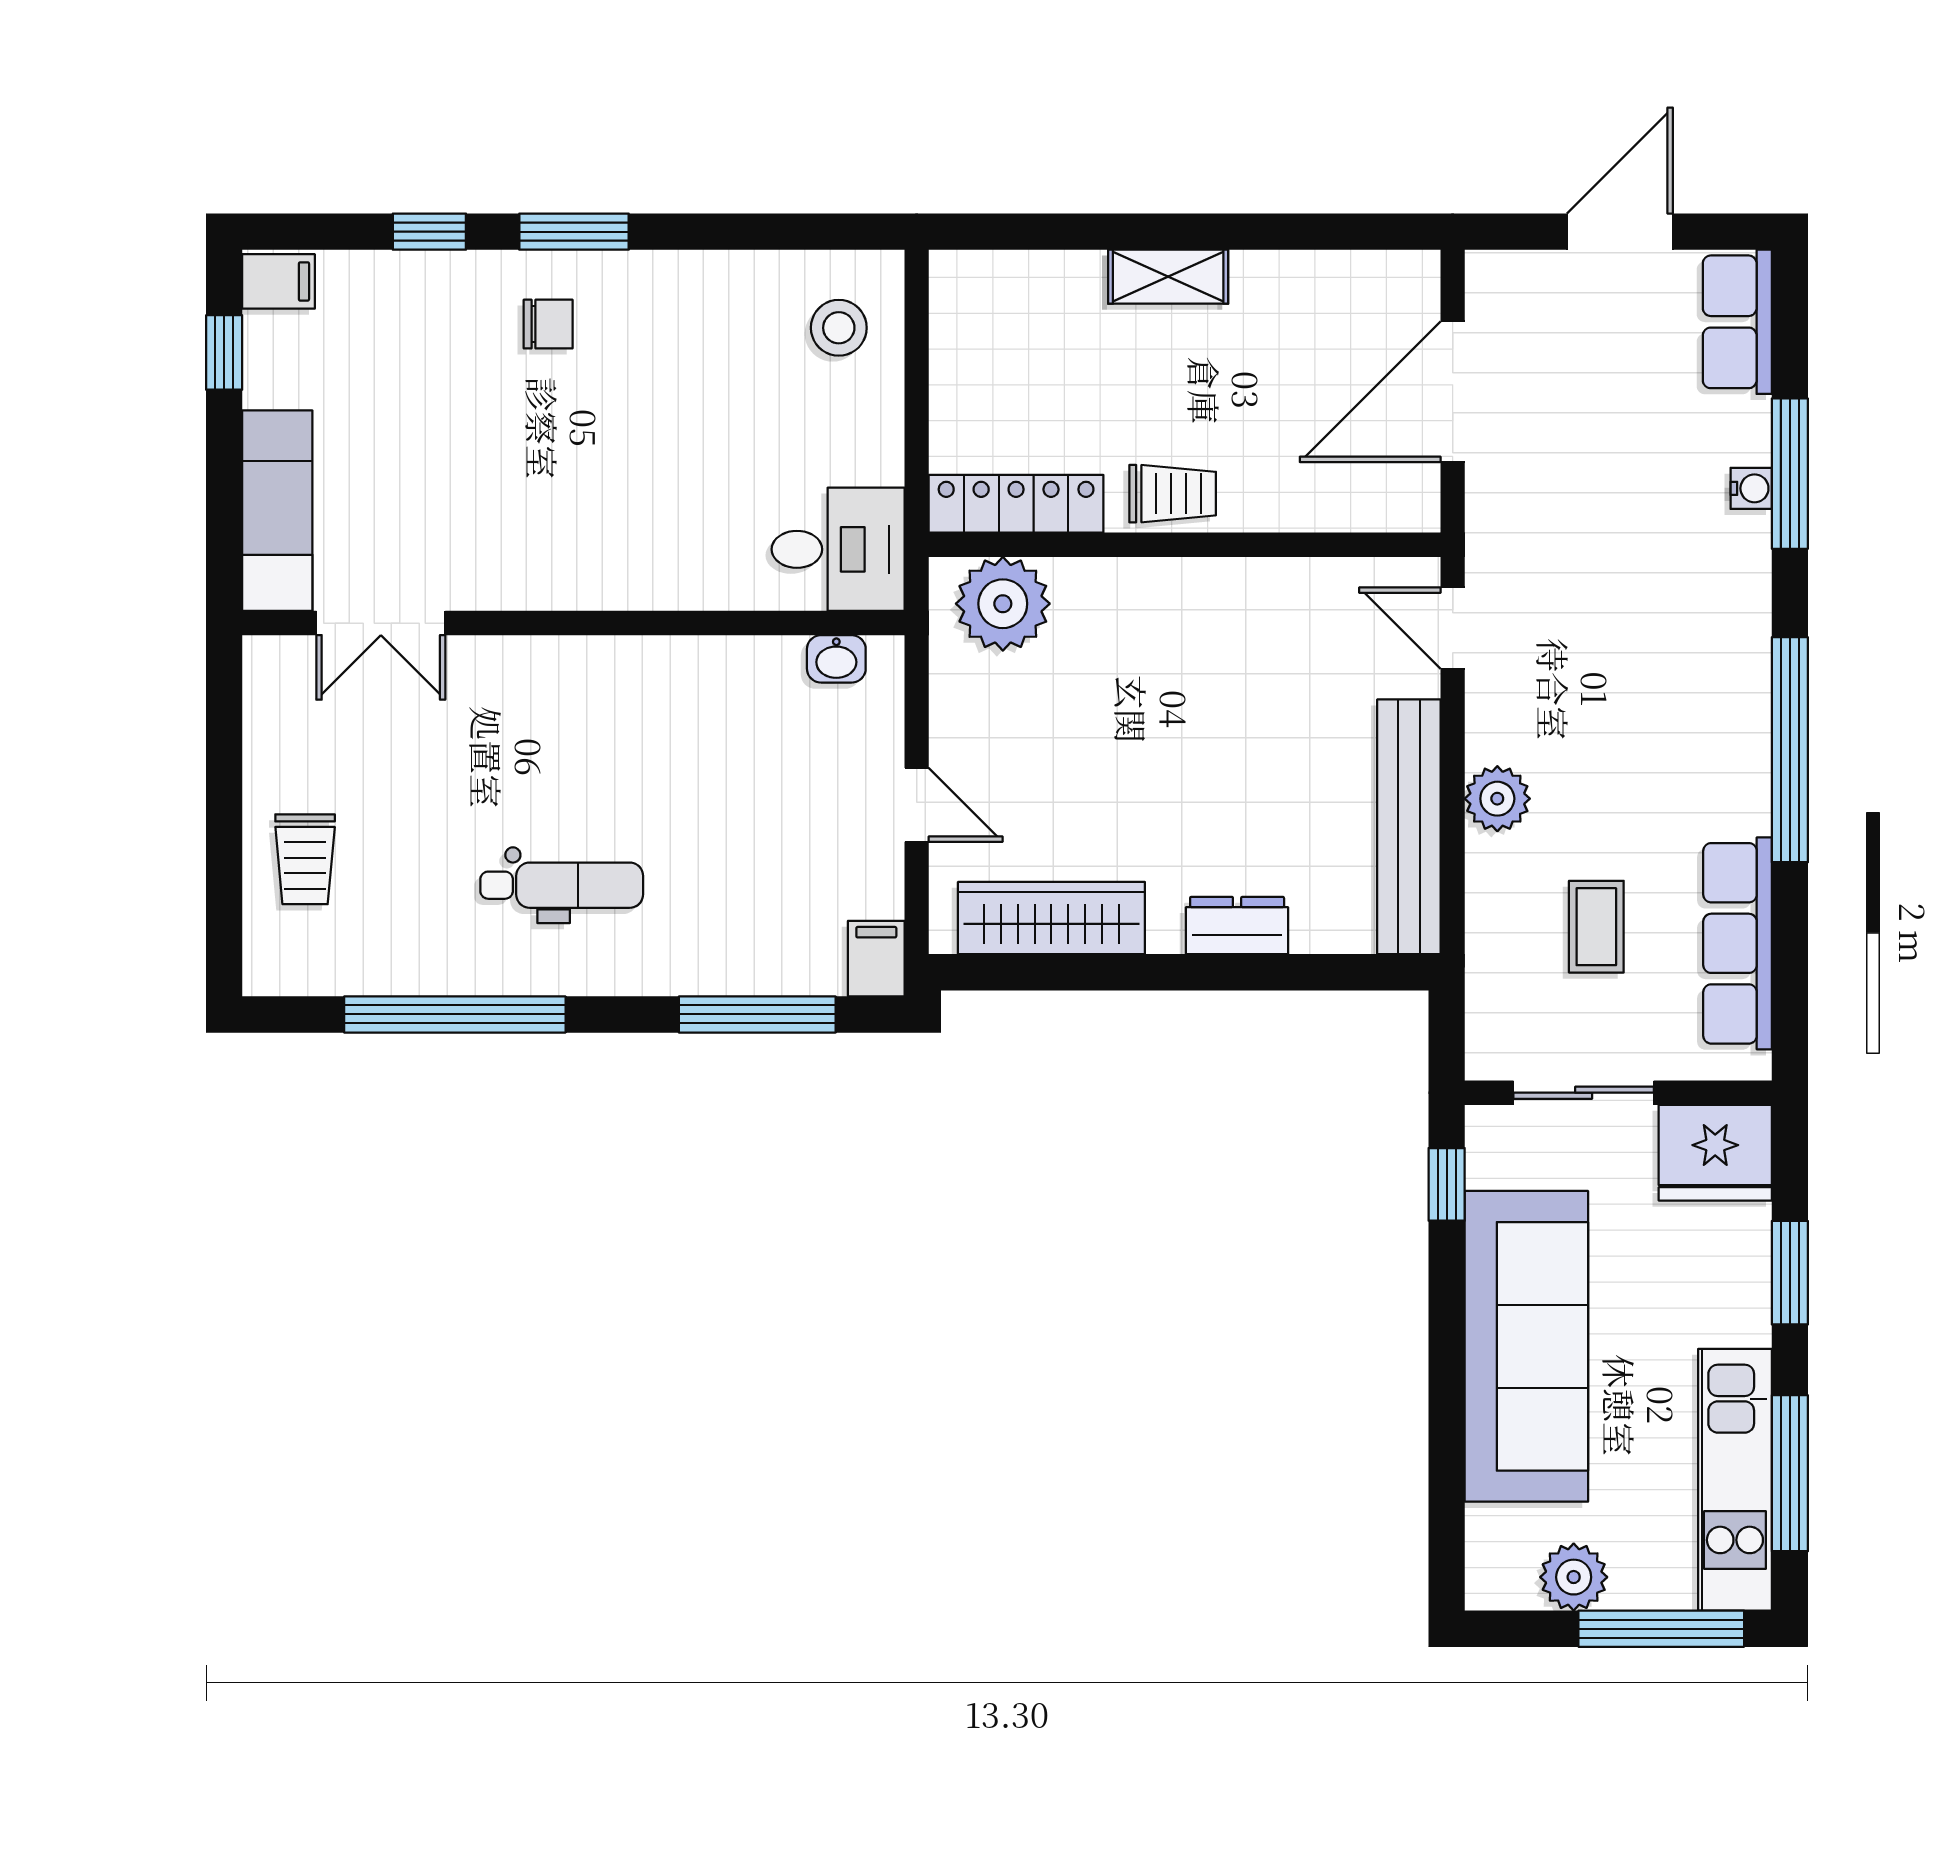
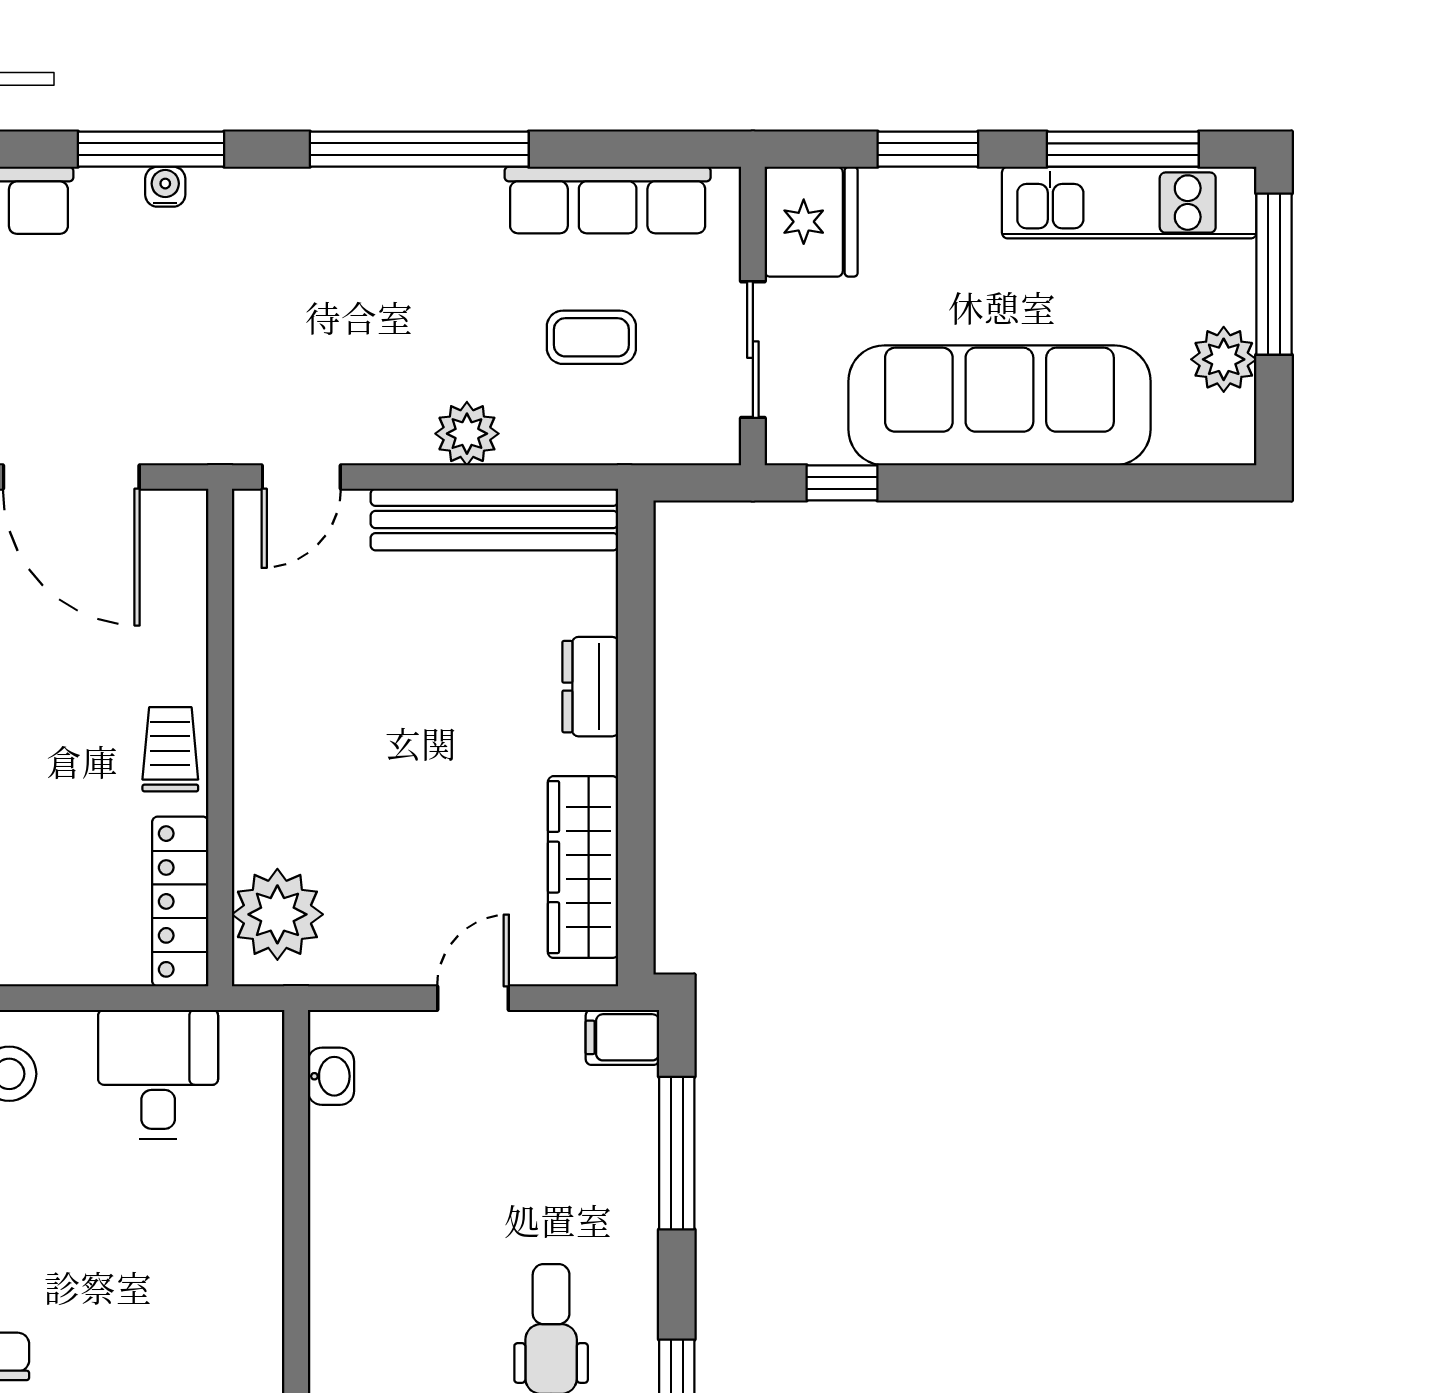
desk: (838, 549) -> (158, 1074), moved

